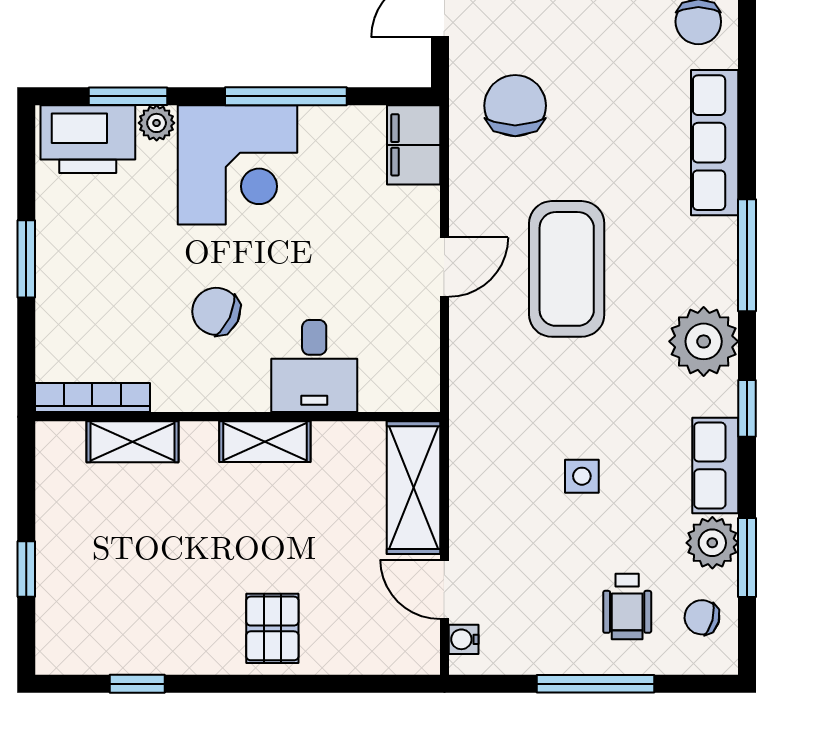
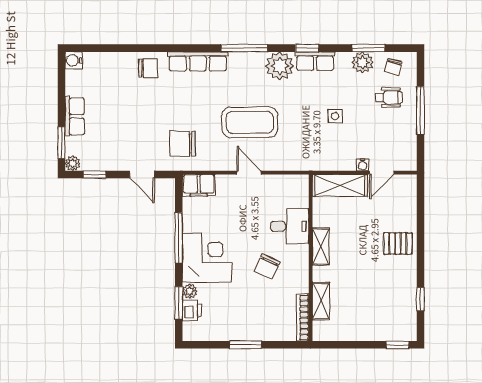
printer: (88, 139) -> (192, 310), width x0.53, depth x0.68
row of seats: (715, 465) -> (315, 61), moved
window: (26, 569) -> (398, 345), moved
water cooler: (464, 639) -> (363, 165), moved

